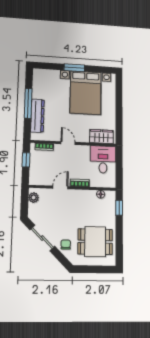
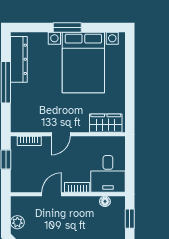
dresser: (37, 116) -> (19, 59), moved
door: (68, 143) -> (61, 134), swing flipped
desk: (103, 159) -> (108, 174), moved, turned 180
plant: (34, 198) -> (17, 222), moved

